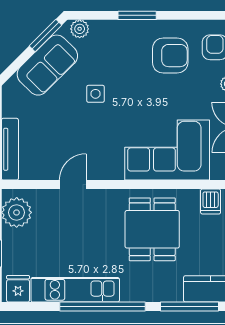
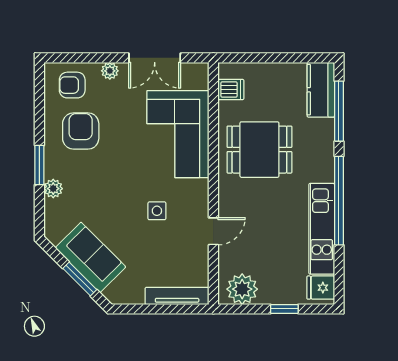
plant: (80, 29) -> (53, 189), moved
window: (46, 35) -> (80, 279), moved
side table: (96, 94) -> (157, 211), moved
door: (73, 185) -> (213, 231), swing flipped

